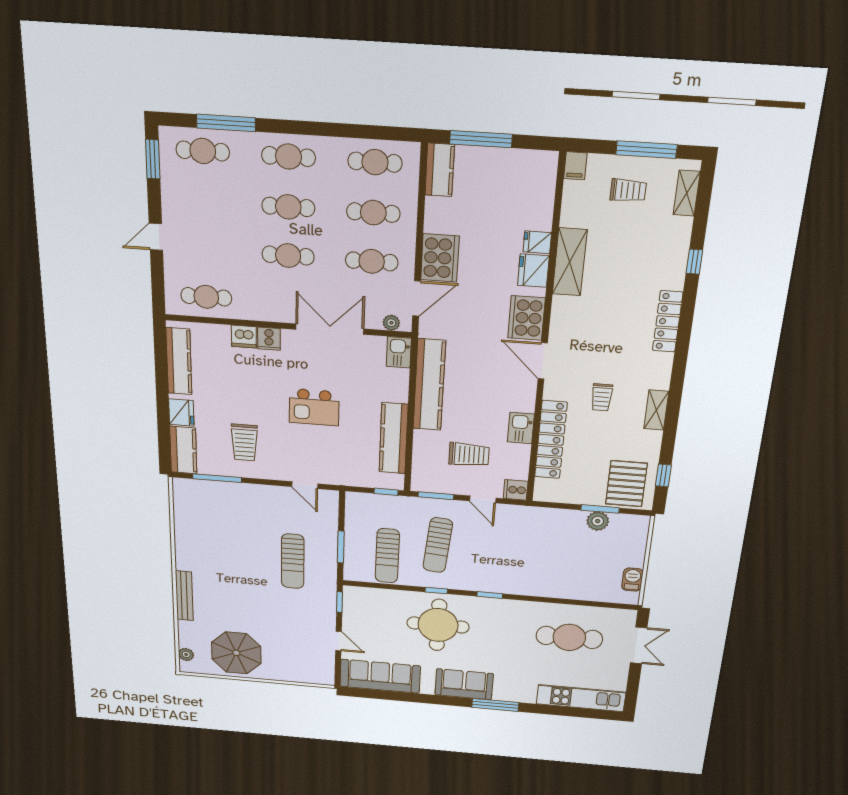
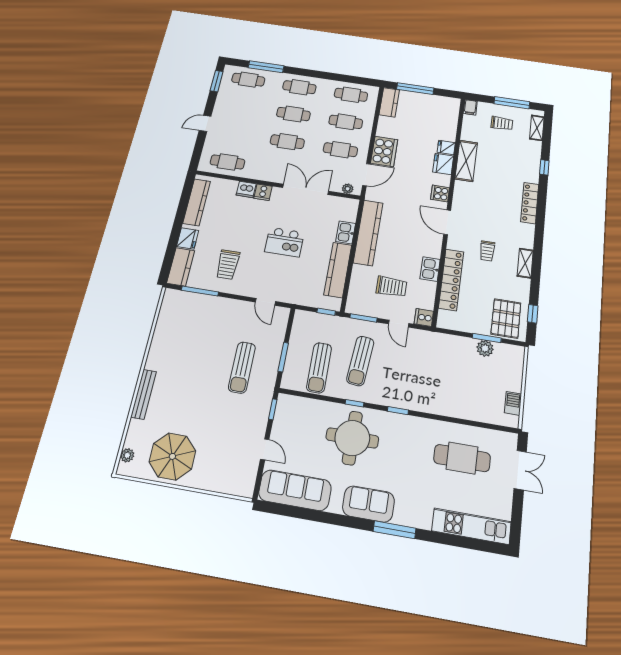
cooker: (526, 318) -> (440, 193), width x0.53, depth x0.76
kitchen sink: (399, 352) -> (346, 232), moved

